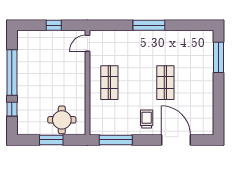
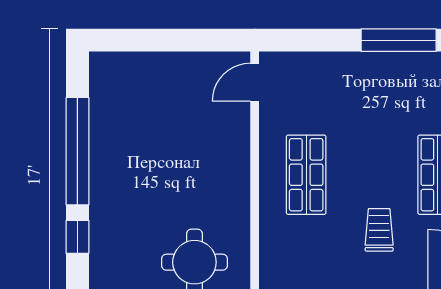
window: (54, 25) -> (176, 40), removed
trolley: (147, 119) -> (379, 230), moved

